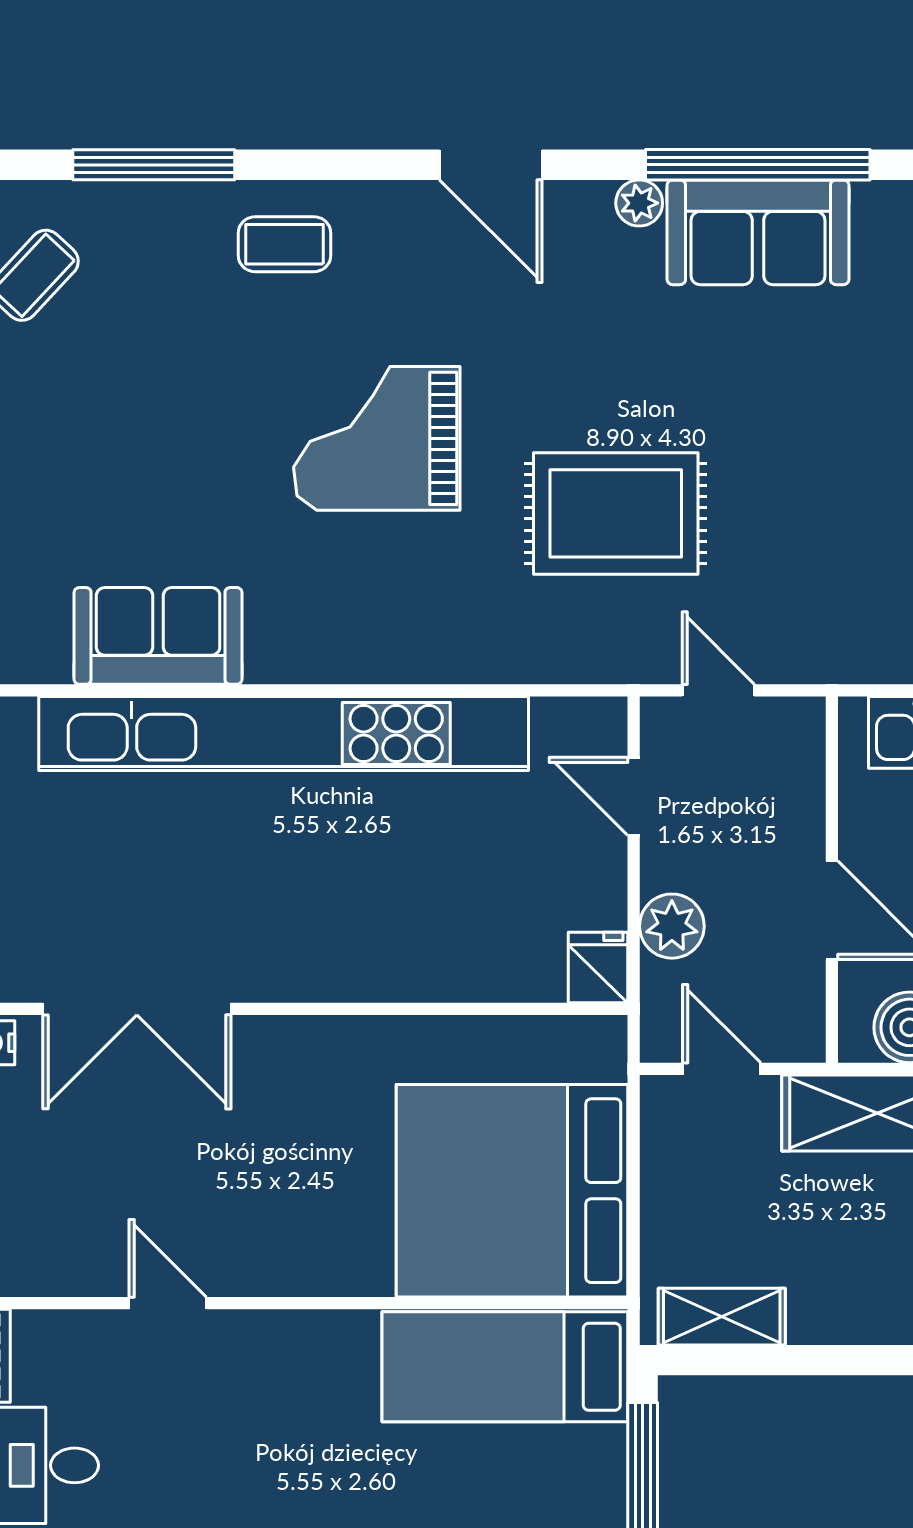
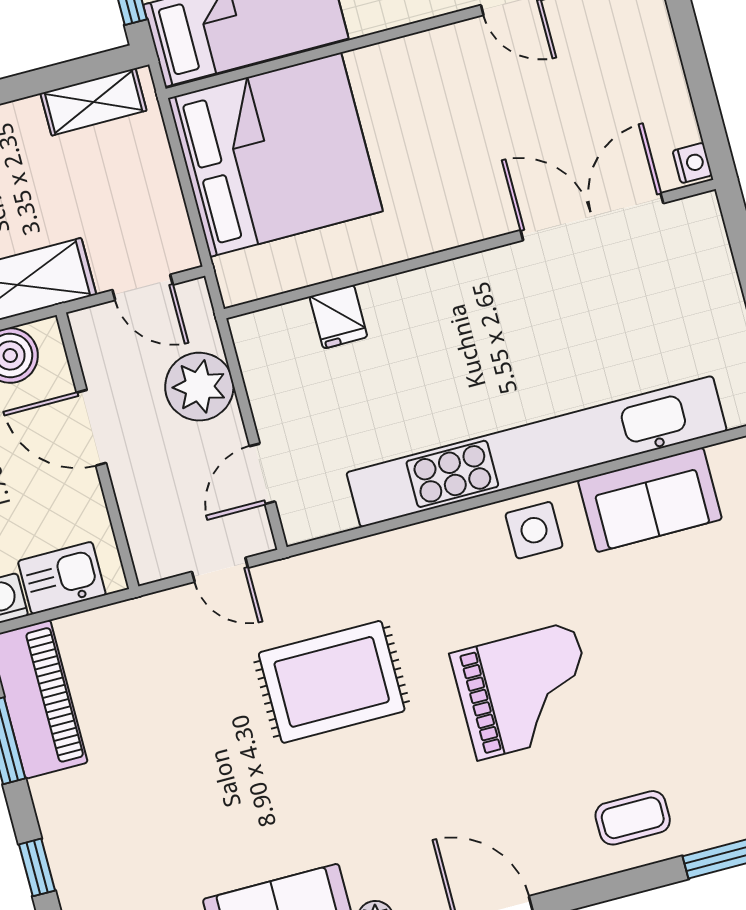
side table: (313, 636) -> (534, 530), added
door: (634, 796) -> (262, 474), swing flipped
plant: (672, 926) -> (199, 387), width x1.36, depth x1.36
fridge: (598, 967) -> (338, 317), moved

